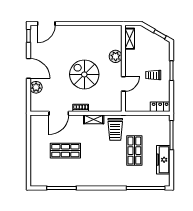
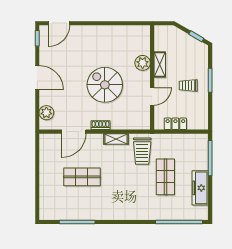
shelving: (130, 39) -> (160, 64), moved
plant: (36, 87) -> (46, 113), moved
locker: (160, 107) -> (175, 124), moved

